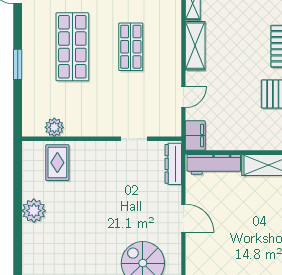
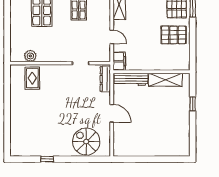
window: (18, 64) -> (7, 16), removed
door: (183, 97) -> (112, 37), hinge flipped
plant: (34, 211) -> (17, 109), removed

